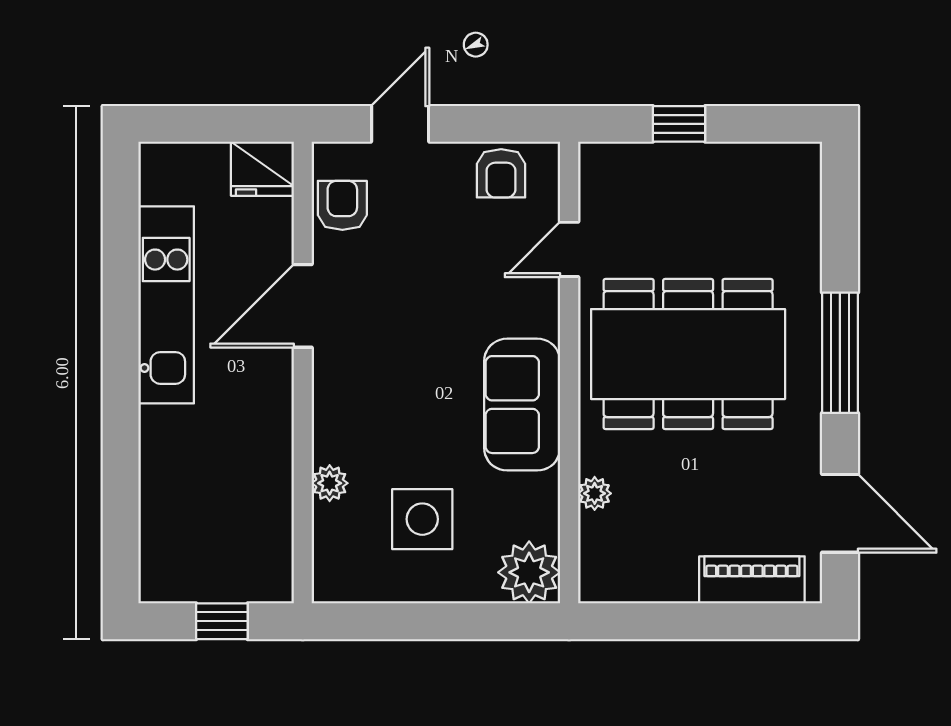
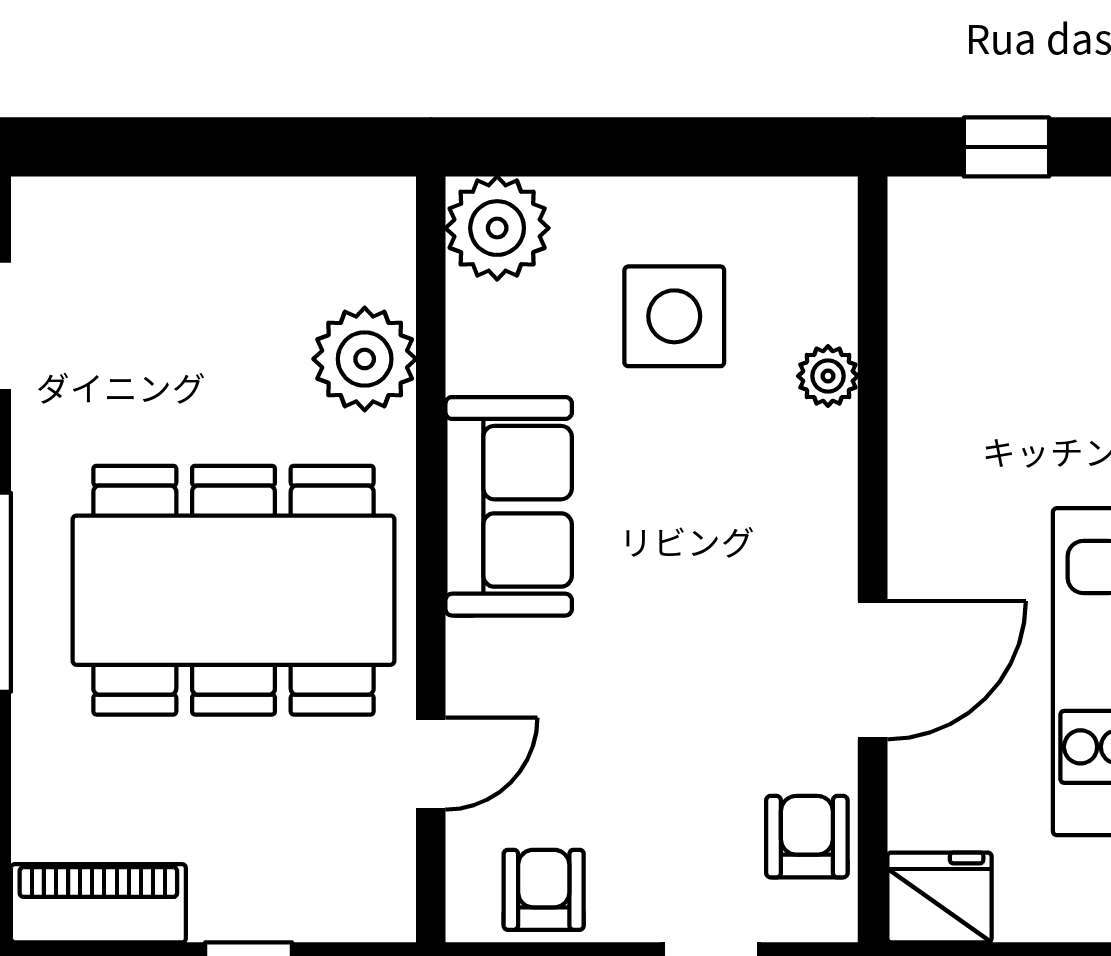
armchair: (342, 205) -> (807, 837), turned 180
plant: (595, 493) -> (365, 359), width x1.88, depth x1.88
piano: (752, 580) -> (98, 903), moved, turned 180

